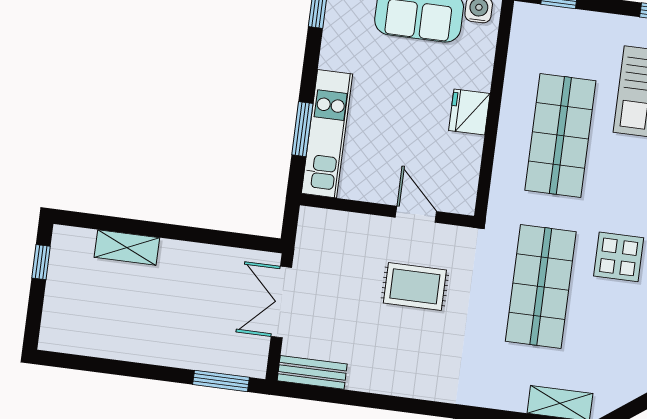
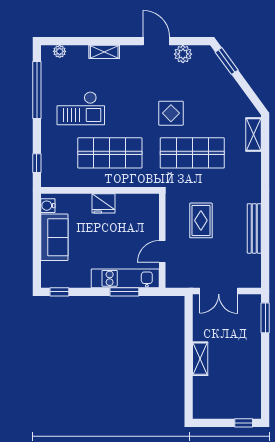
door: (416, 214) -> (162, 252), moved
shelving: (127, 247) -> (200, 359), moved
window: (41, 262) -> (244, 423), moved
bench: (312, 372) -> (254, 228), moved, width x1.36

